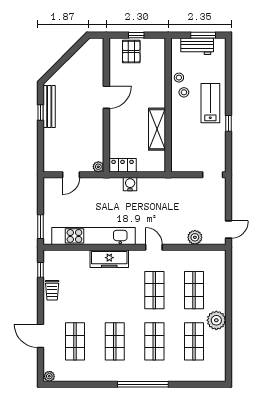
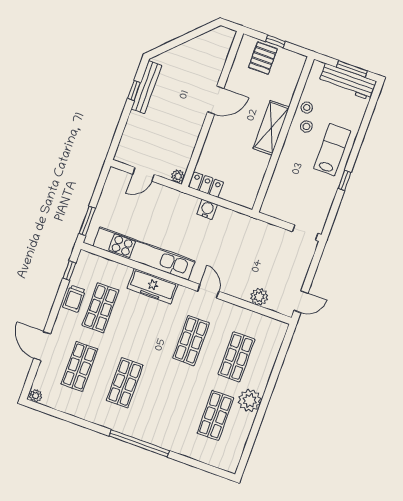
workbench: (197, 46) -> (347, 82), width x1.37
shelving: (157, 129) -> (271, 128), moved
shop shelf: (154, 341) -> (100, 308), moved

